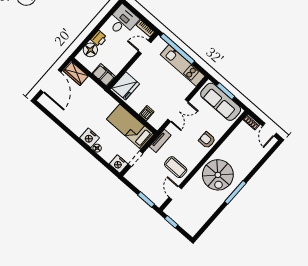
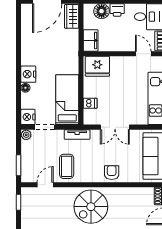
plant: (130, 176) -> (26, 135), added

